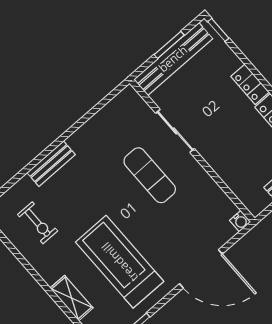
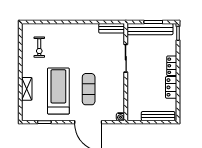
bench: (51, 164) -> (112, 28), moved
exercise mat: (150, 175) -> (89, 89), moved

